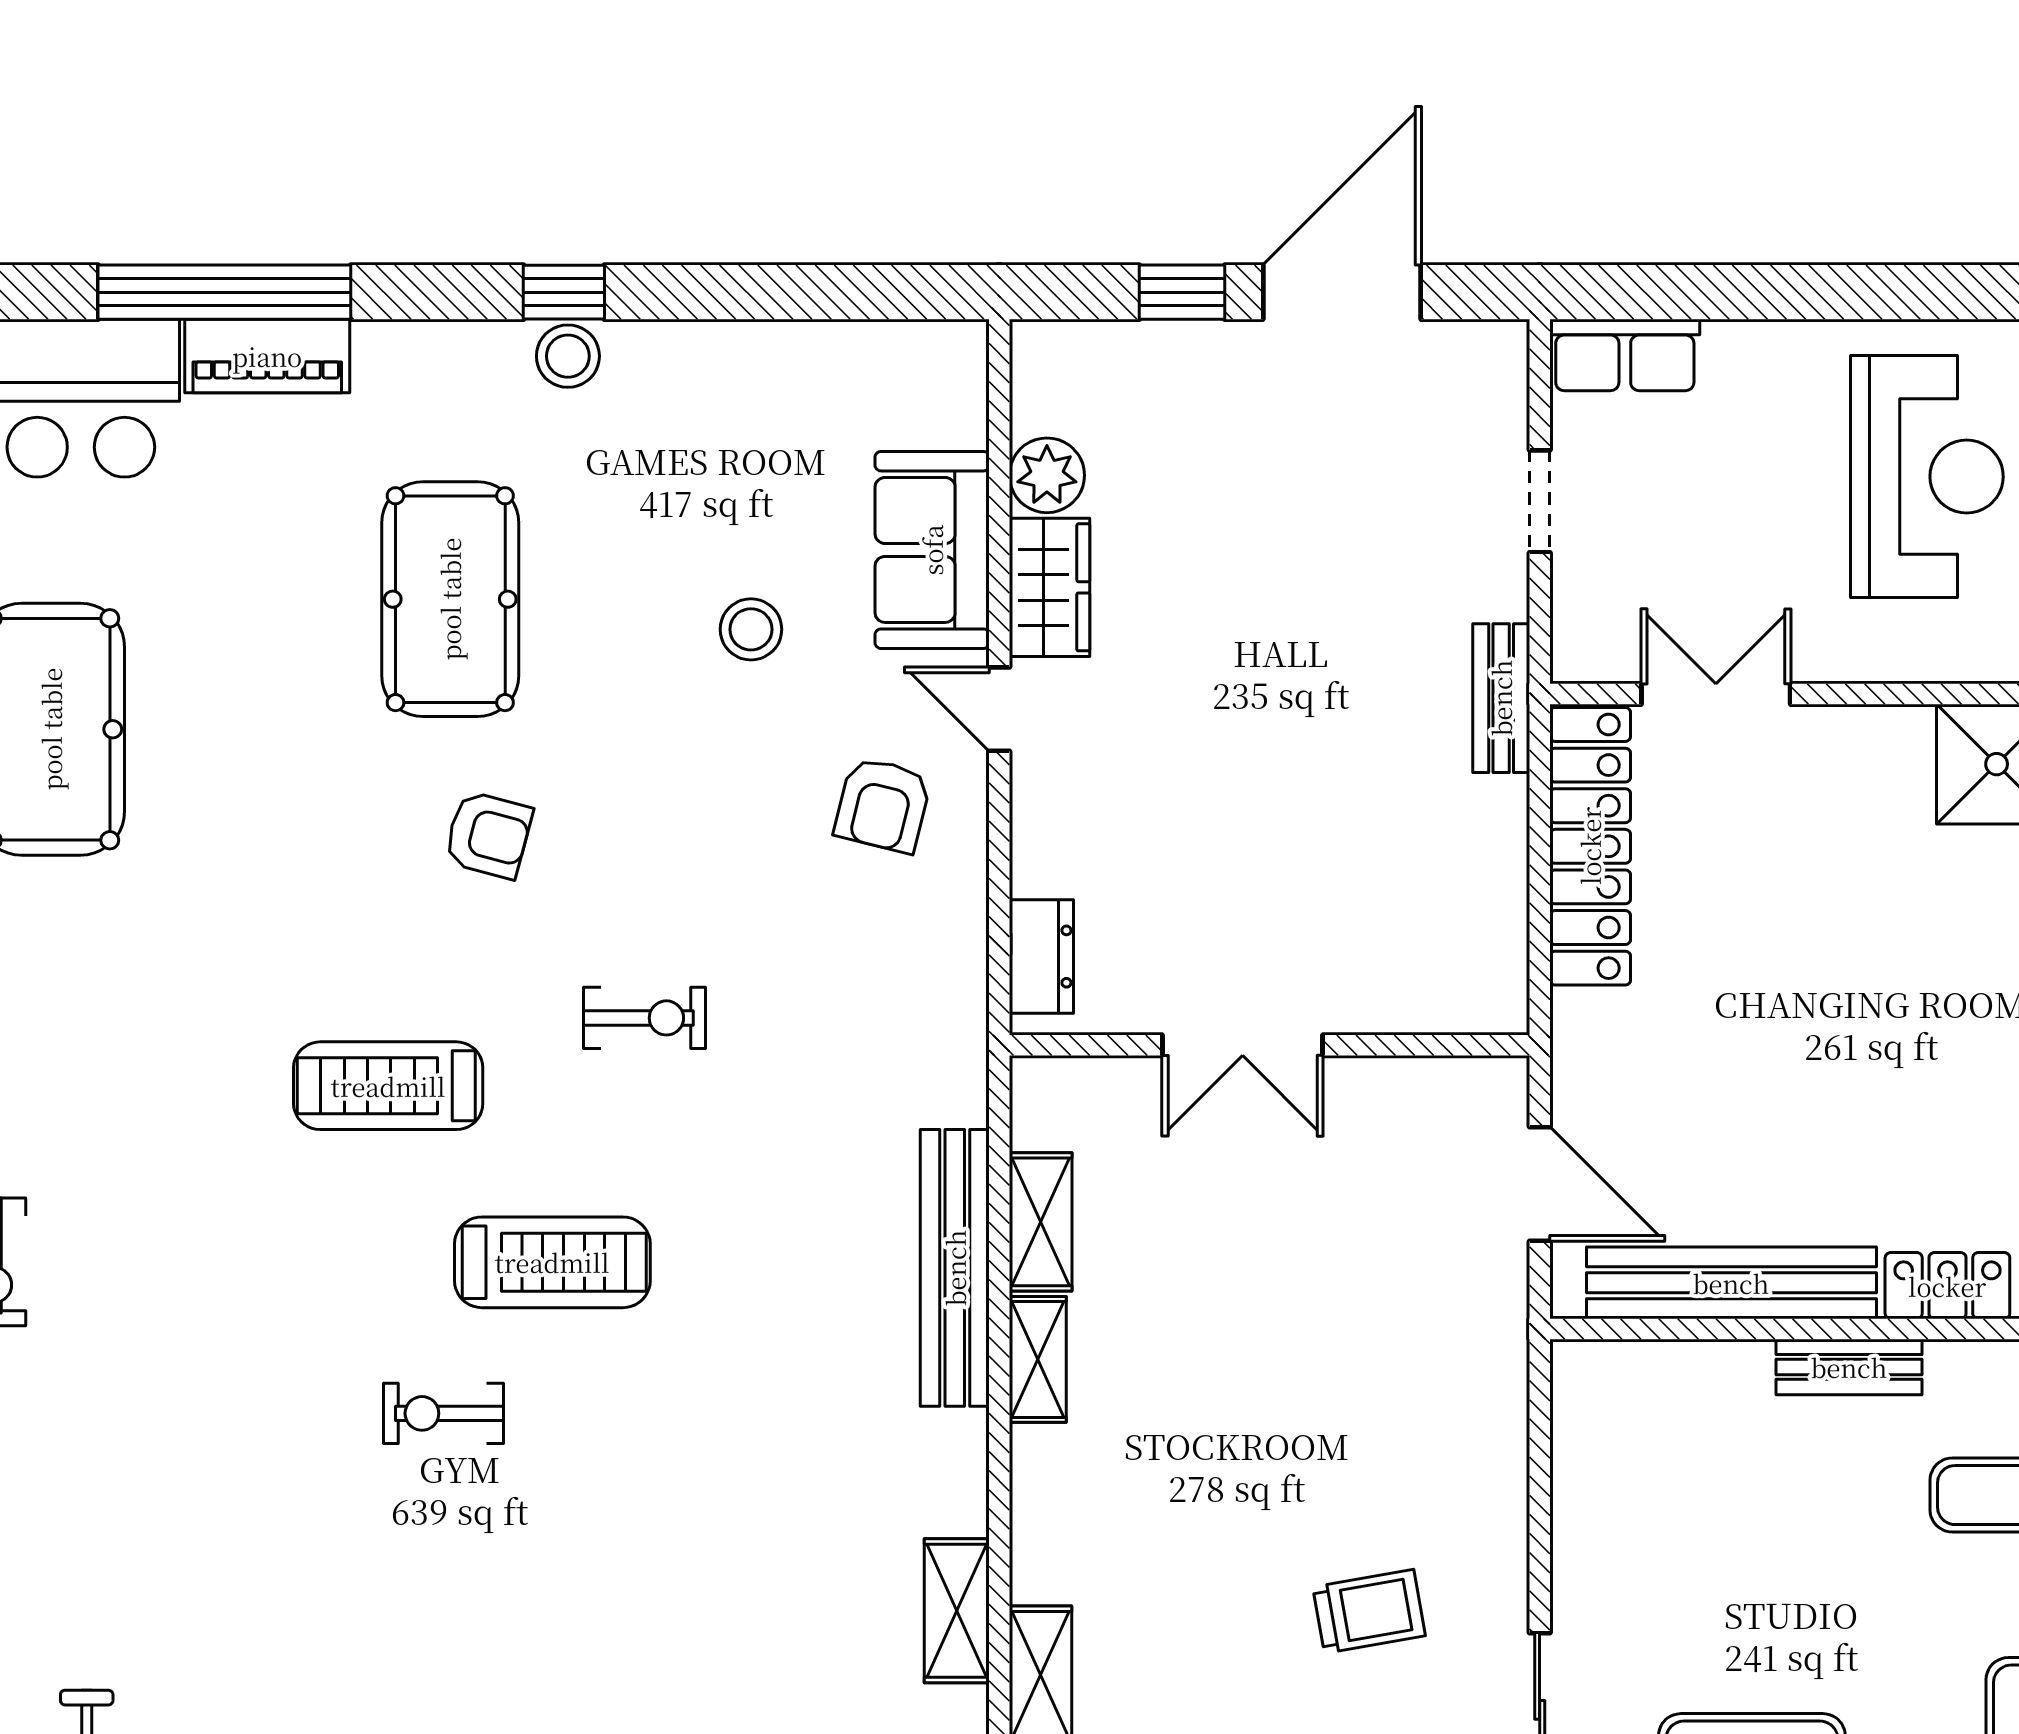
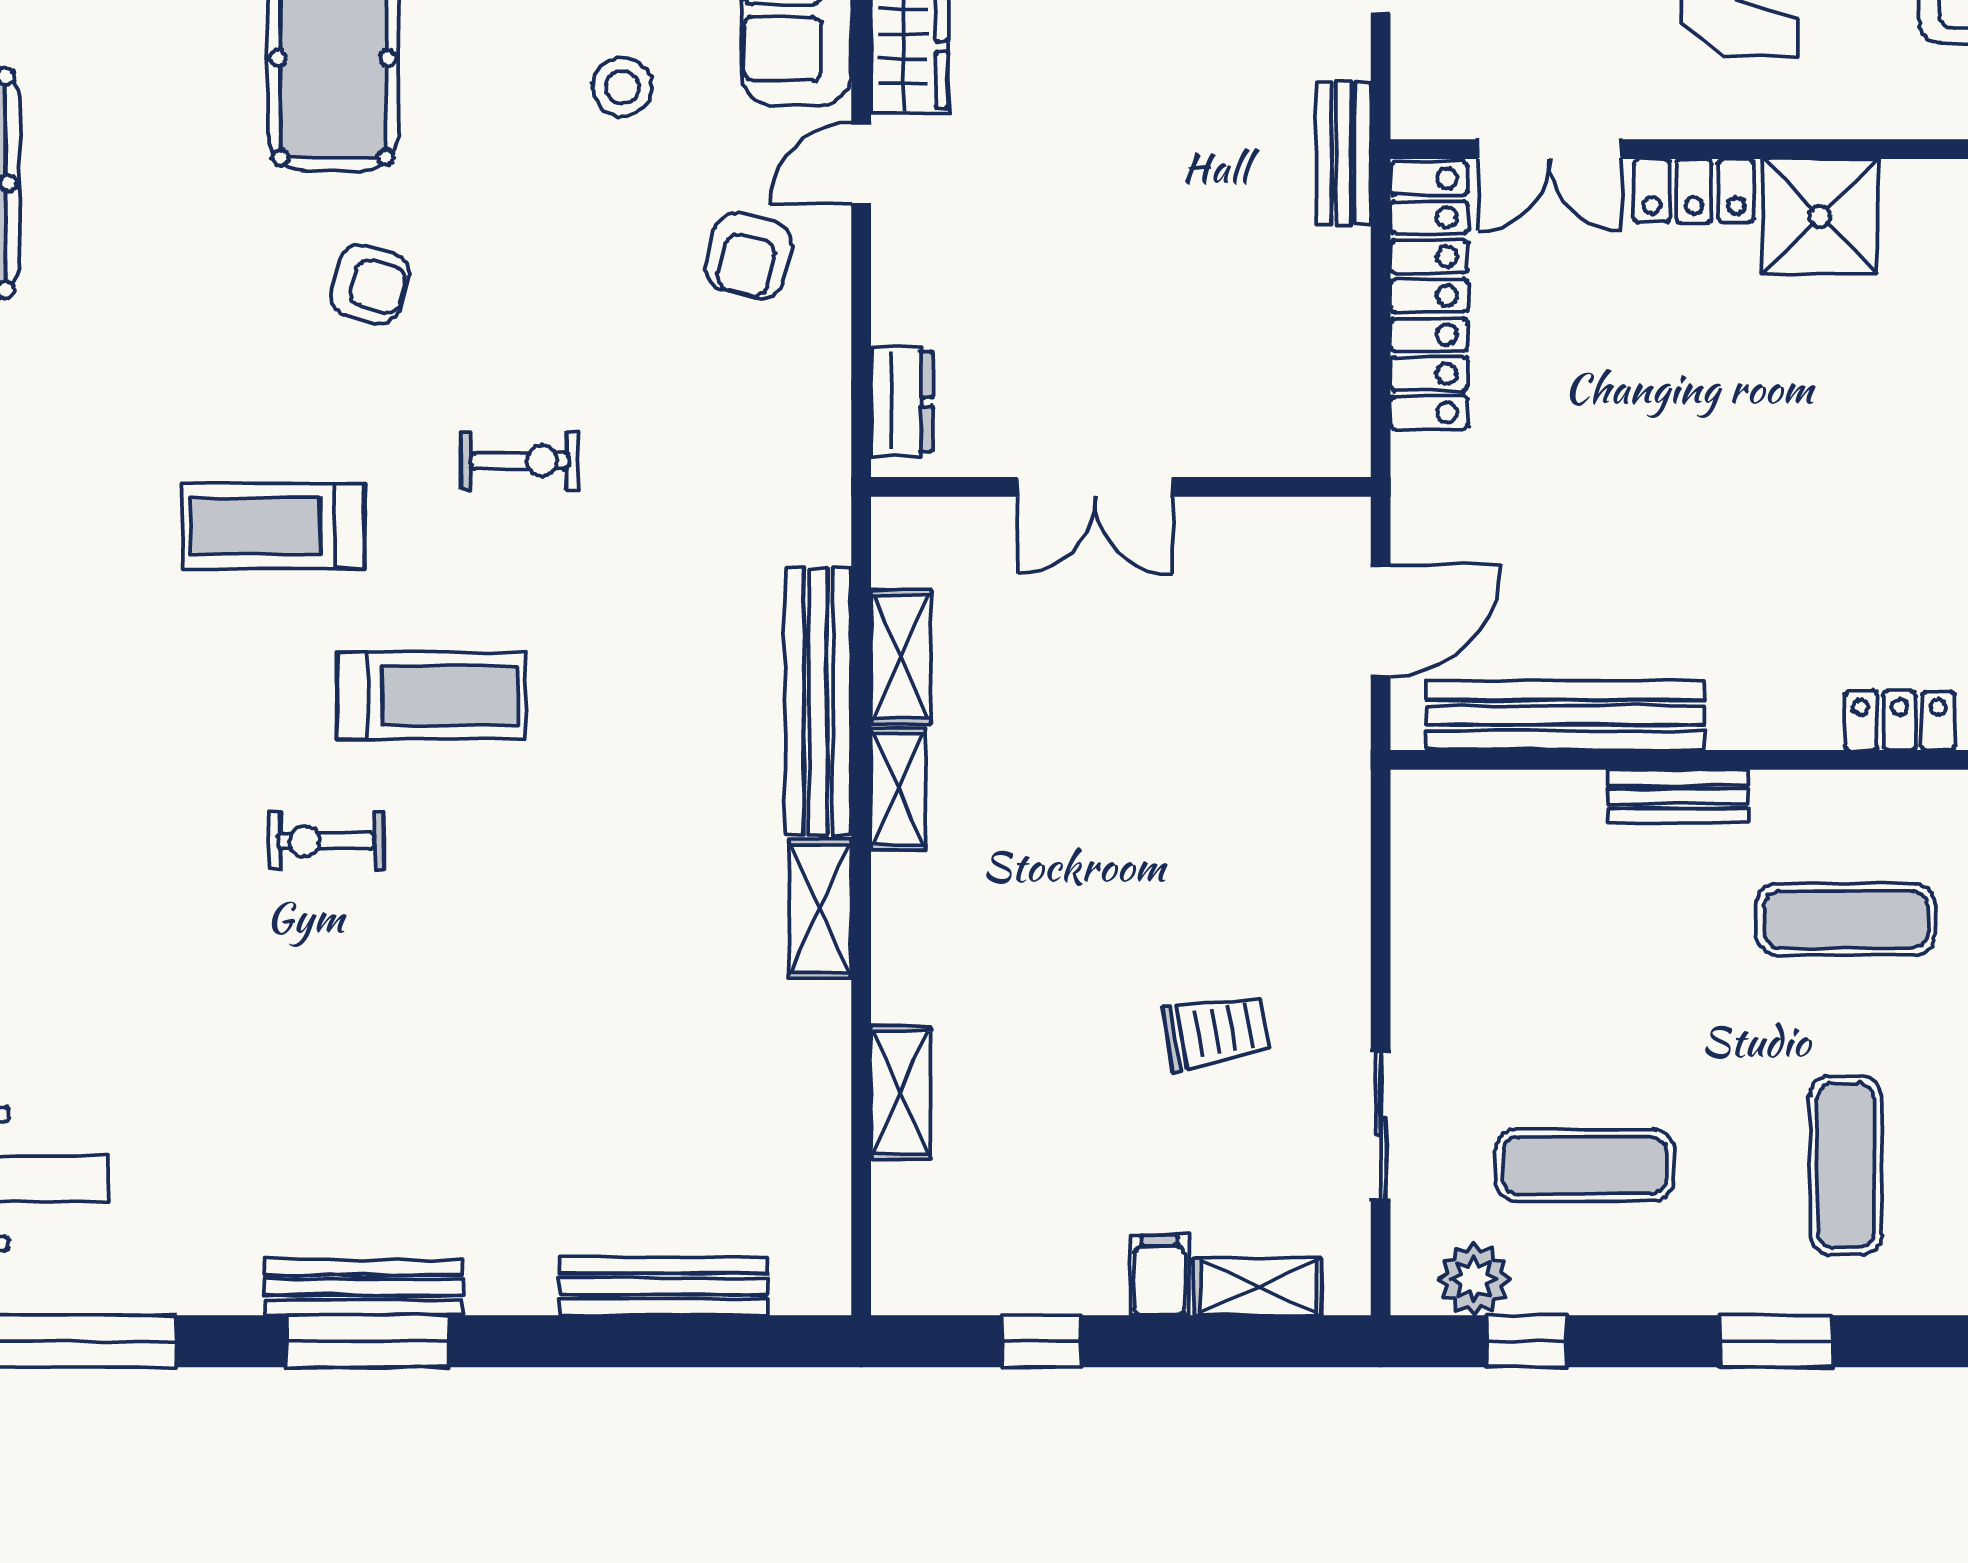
double door: (1716, 694) -> (1550, 149), swing flipped
door: (999, 709) -> (861, 164), hinge flipped
door: (1540, 1184) -> (1381, 620), hinge flipped
locker: (1947, 1286) -> (1694, 191), moved, turned 180
shelving: (957, 1611) -> (820, 909), moved

